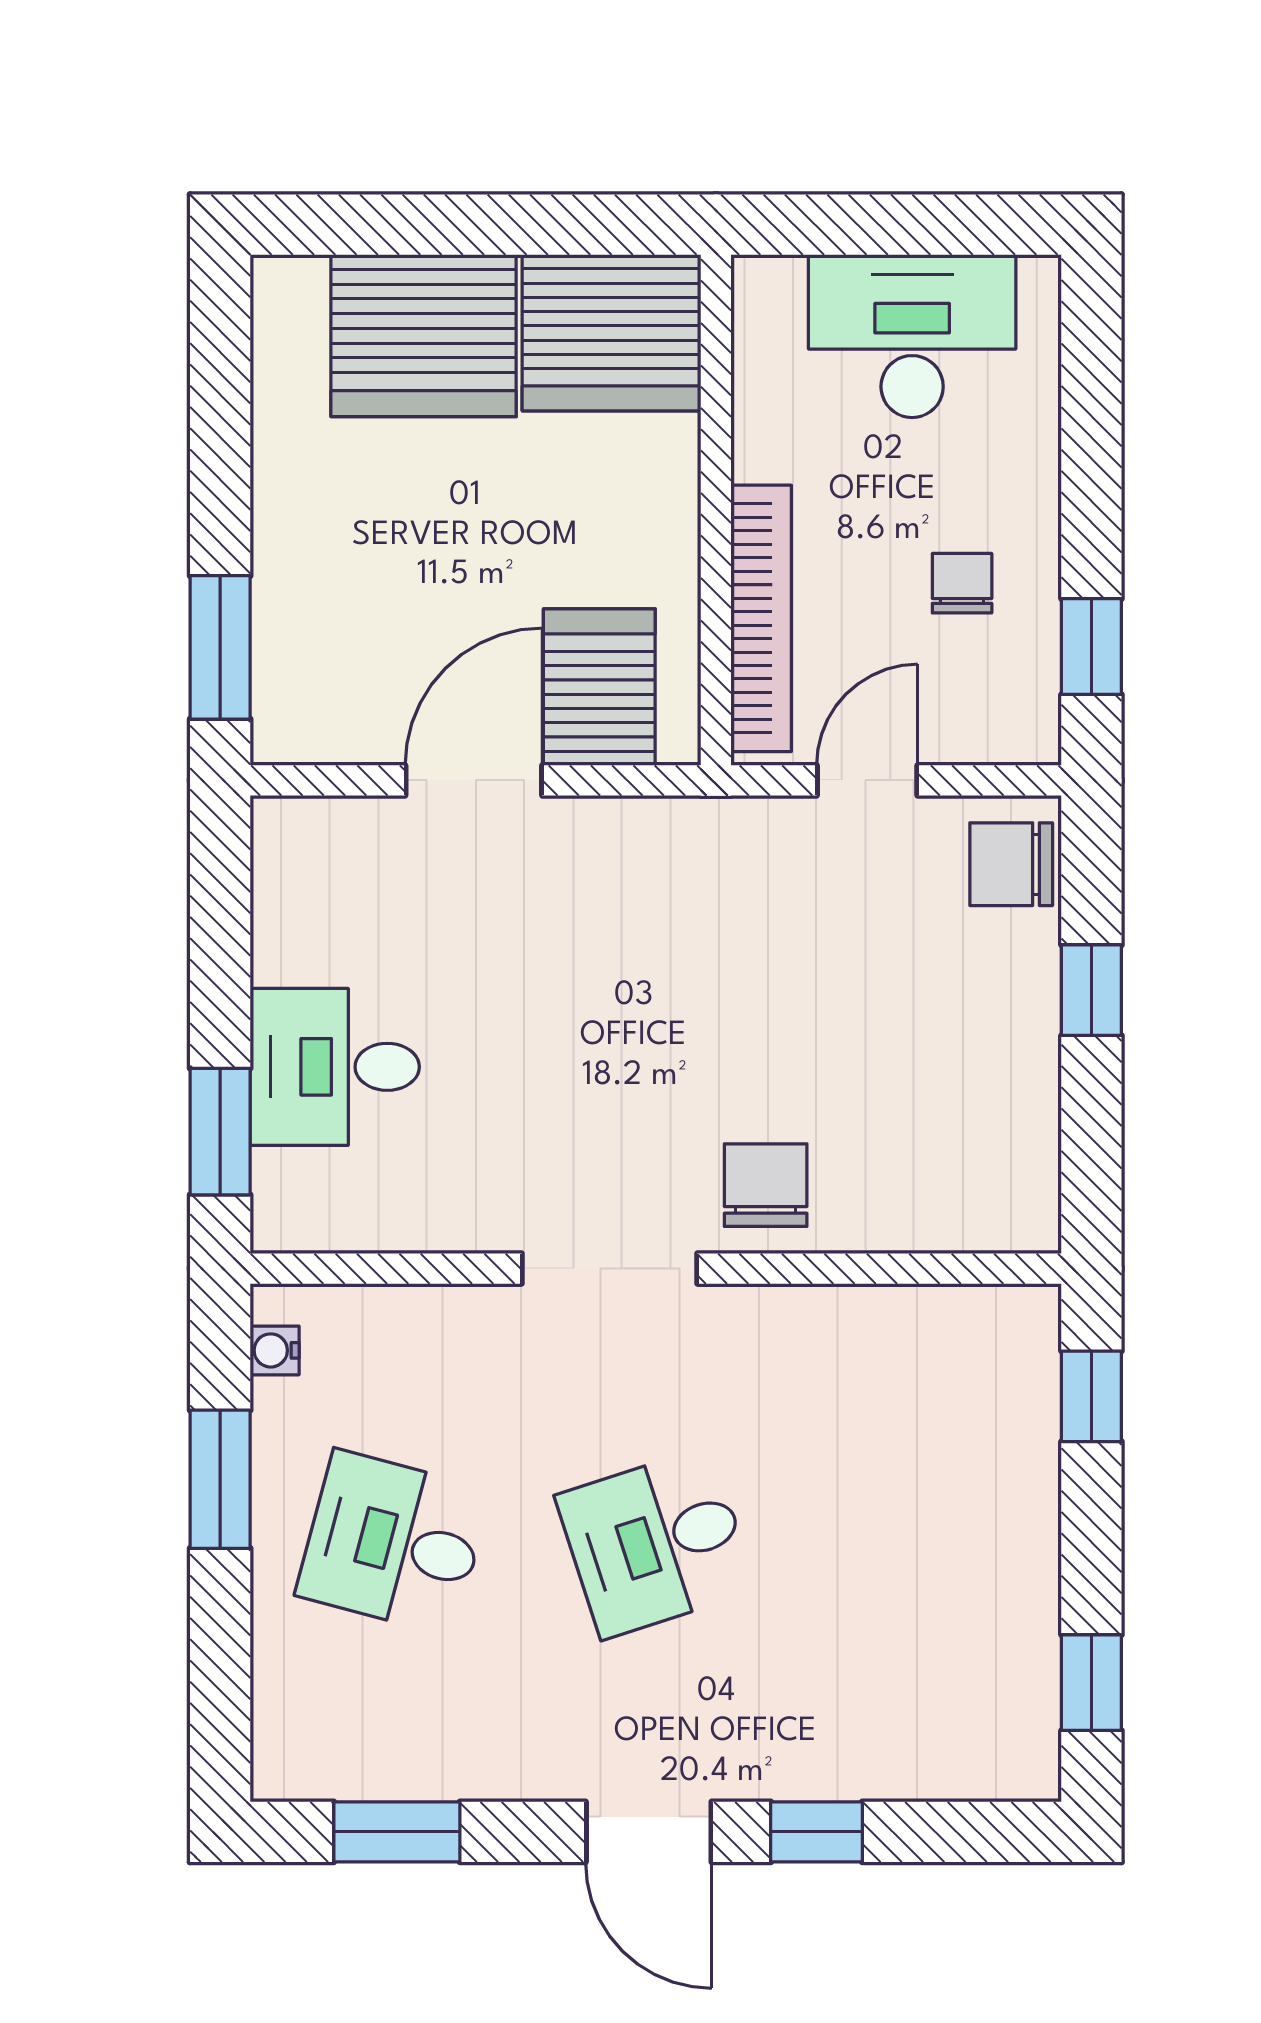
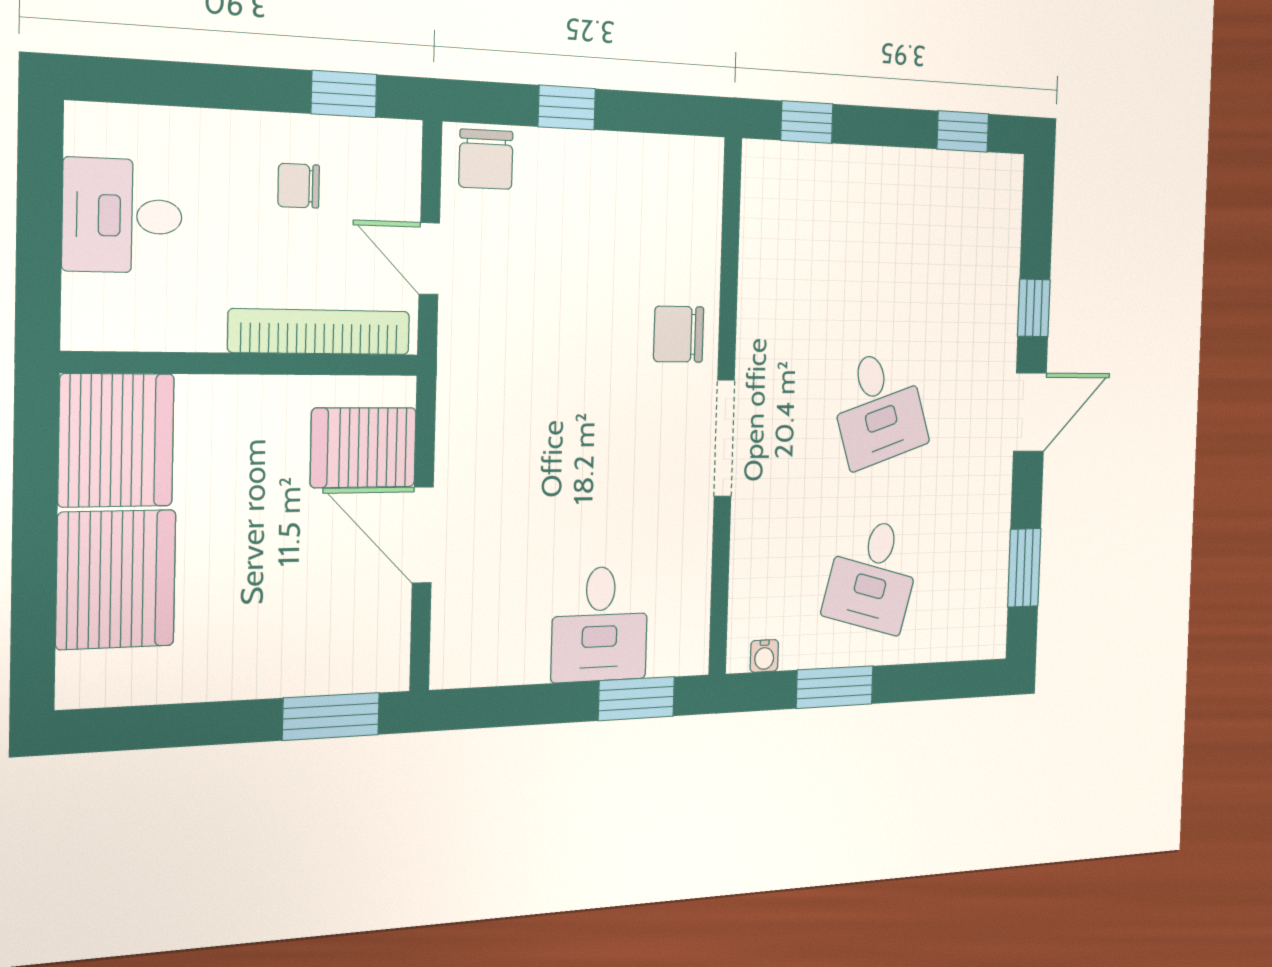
desk: (912, 336) -> (122, 216), width x0.73

